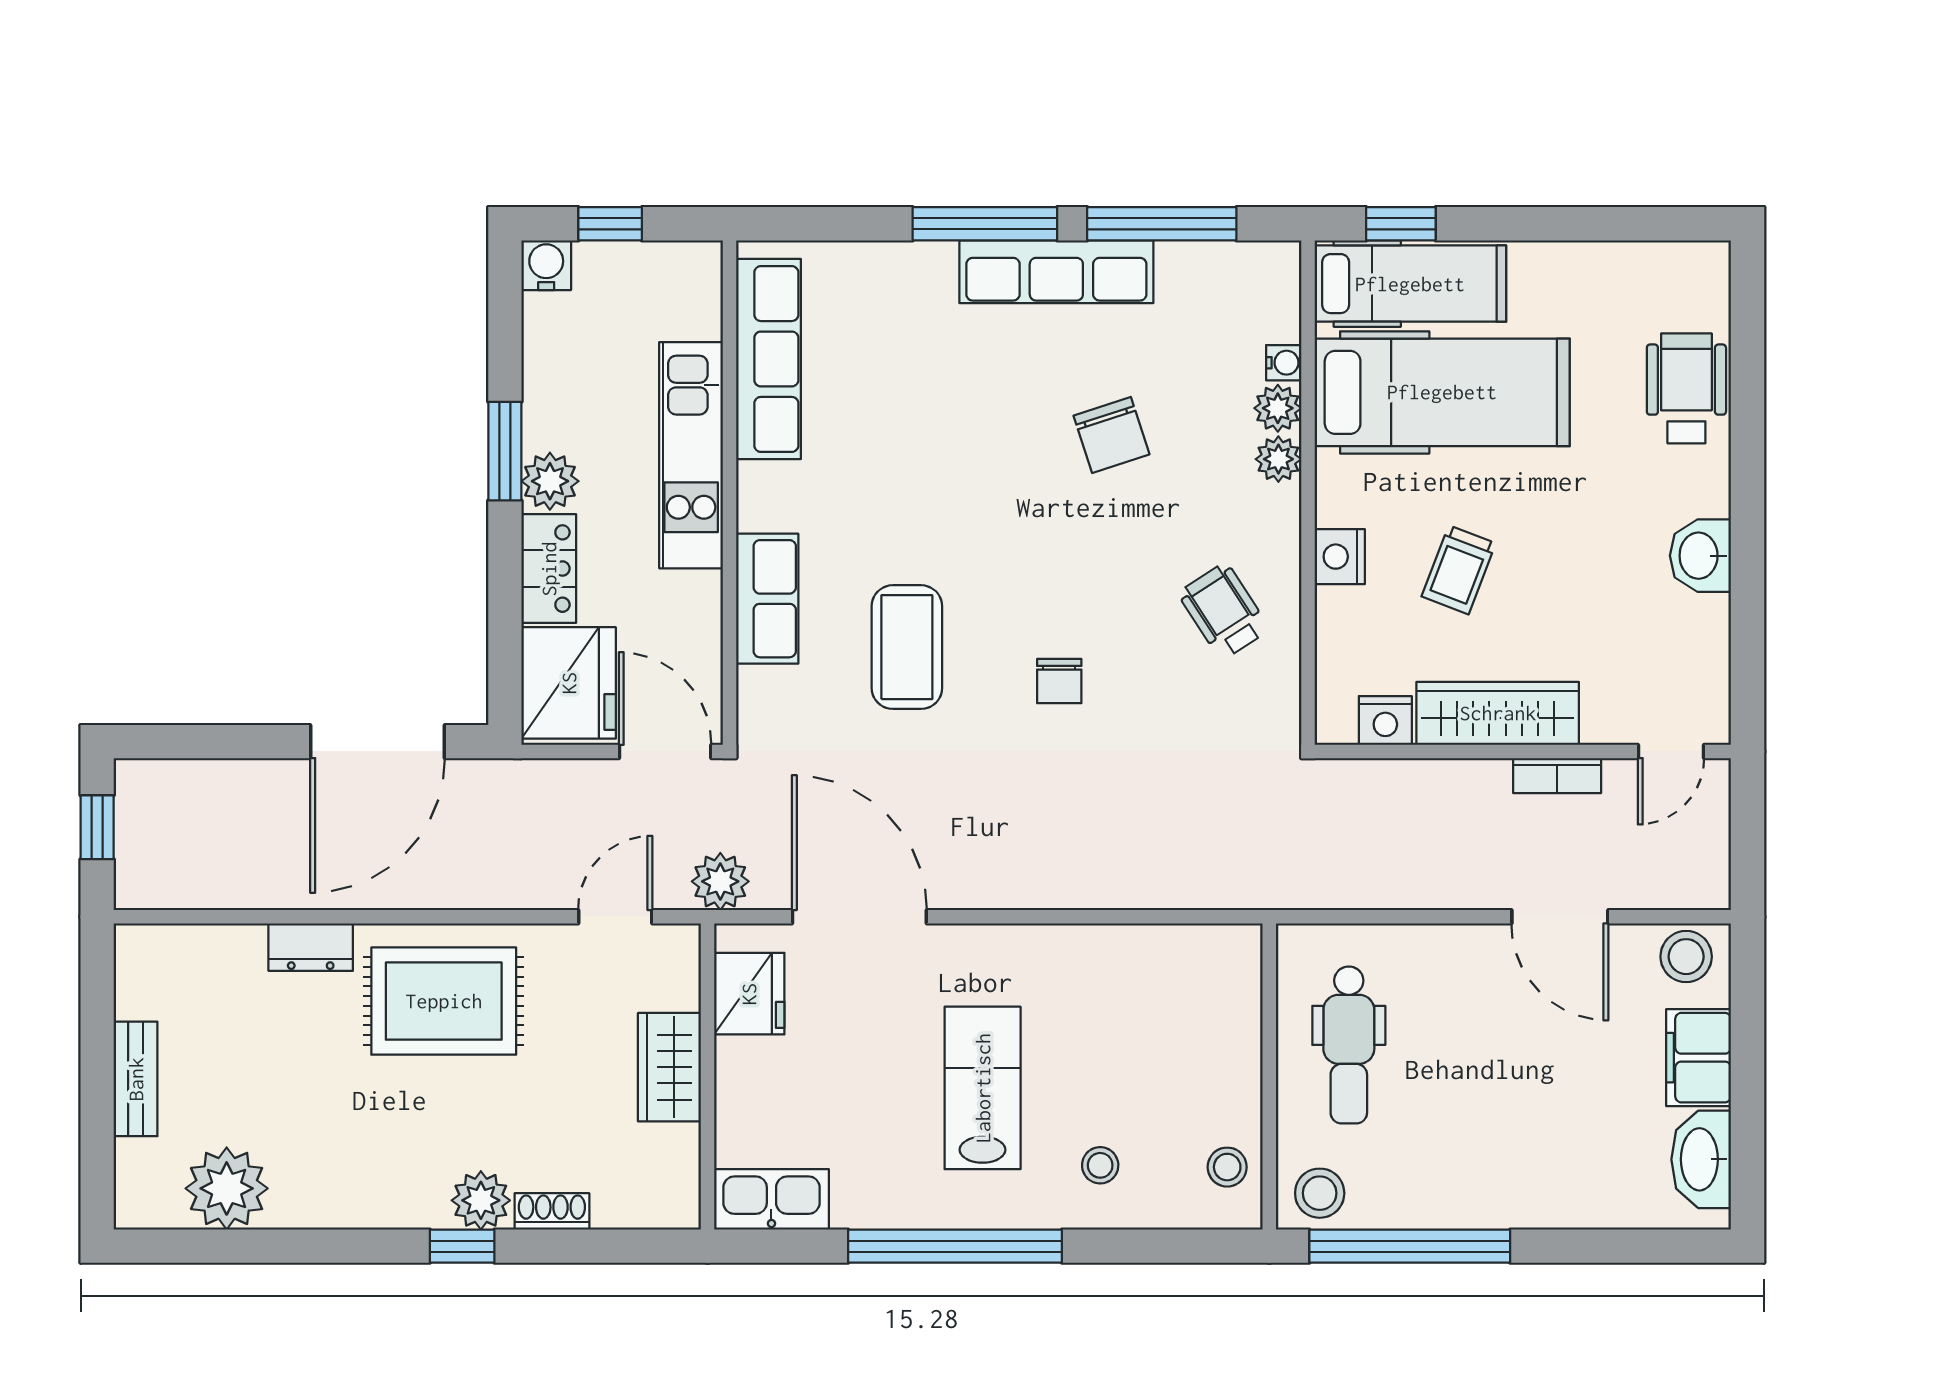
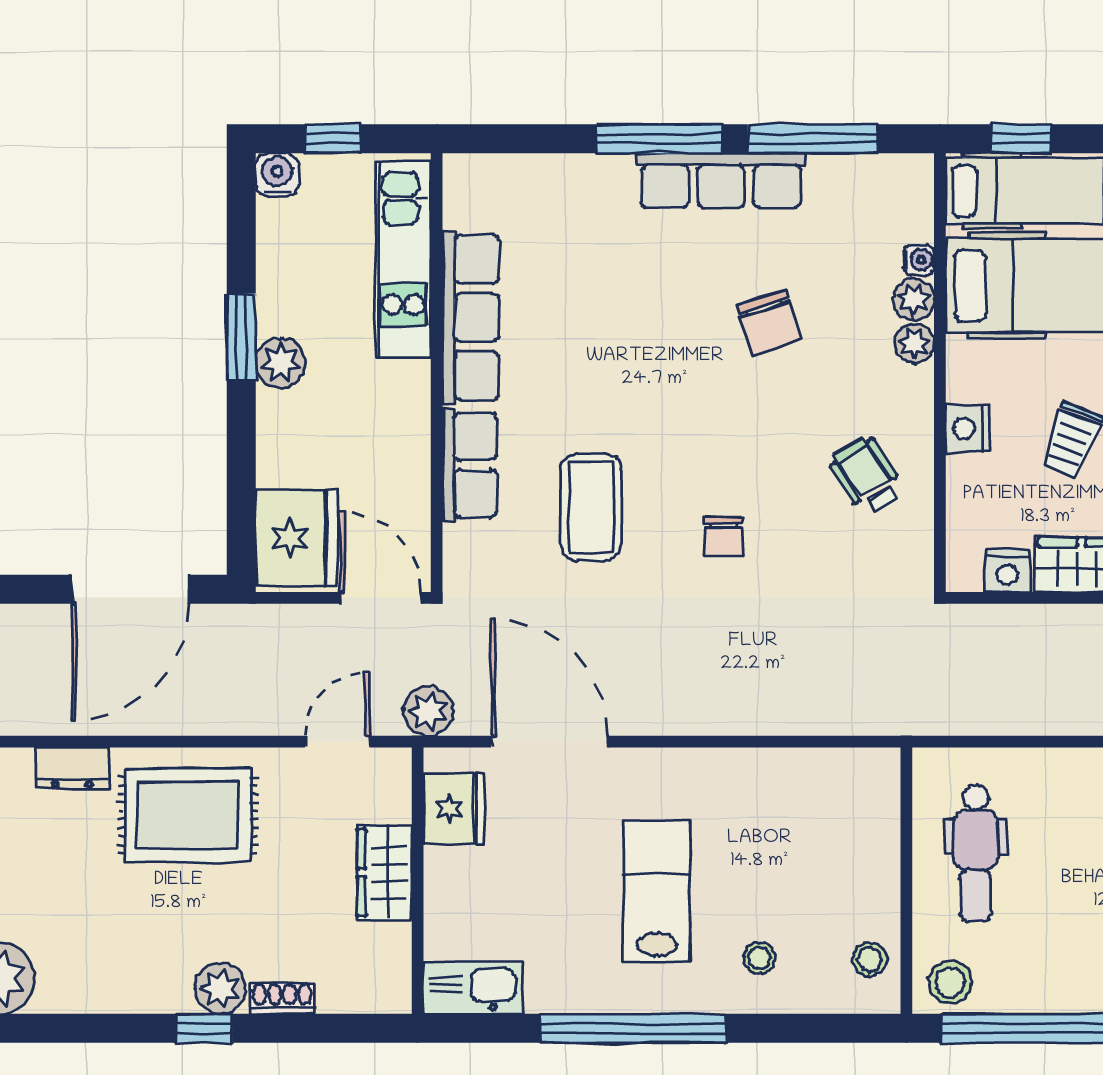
row of seats: (769, 359) -> (471, 317), moved
kitchen unit: (691, 455) -> (403, 259), moved
locker: (549, 569) -> (279, 439), removed

